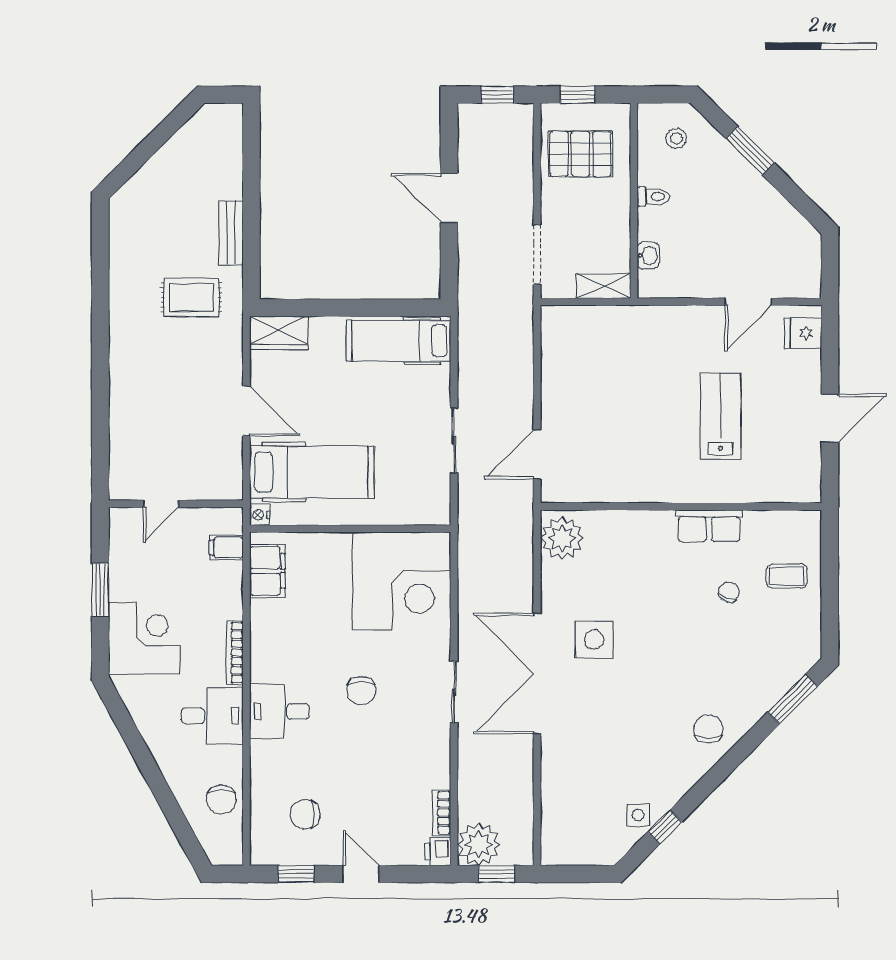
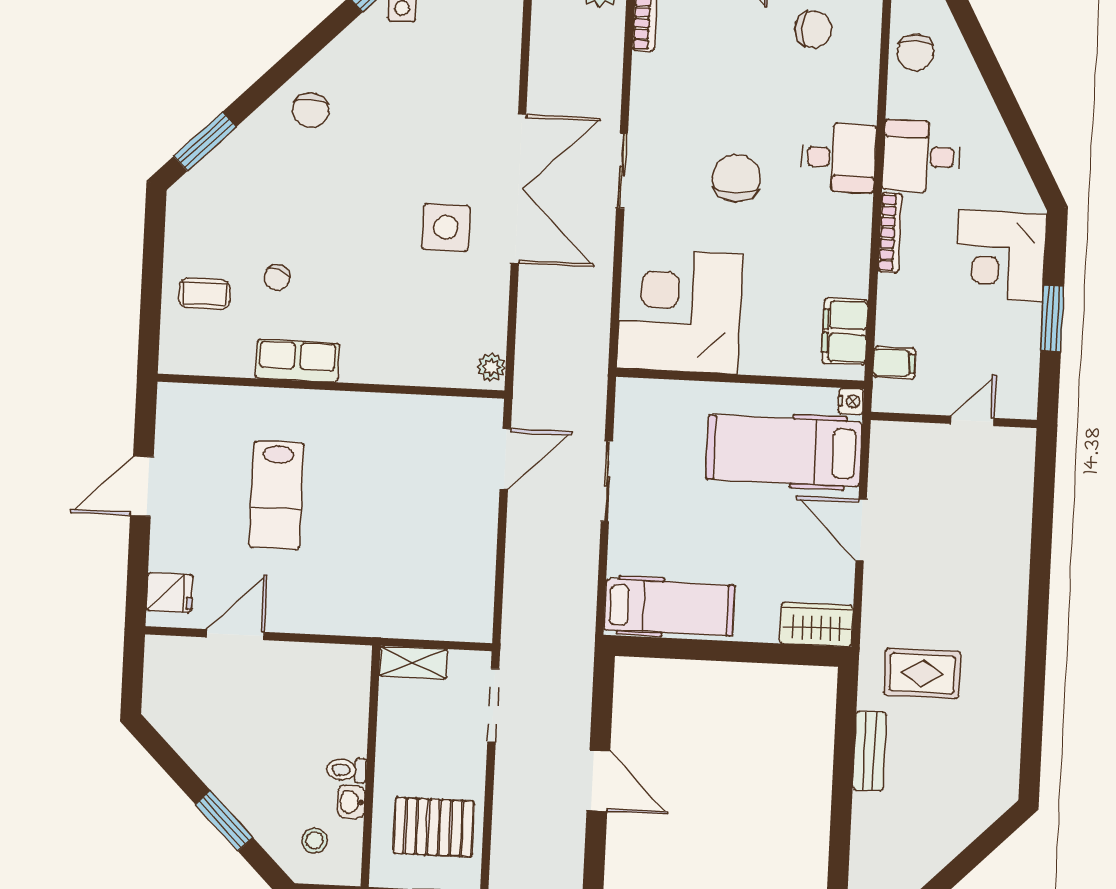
washbasin: (648, 255) -> (351, 802), moved
plant: (562, 538) -> (491, 367), width x0.53, depth x0.53
chair: (361, 691) -> (736, 178), width x1.37, depth x1.37
chair: (221, 800) -> (915, 52), turned 180

